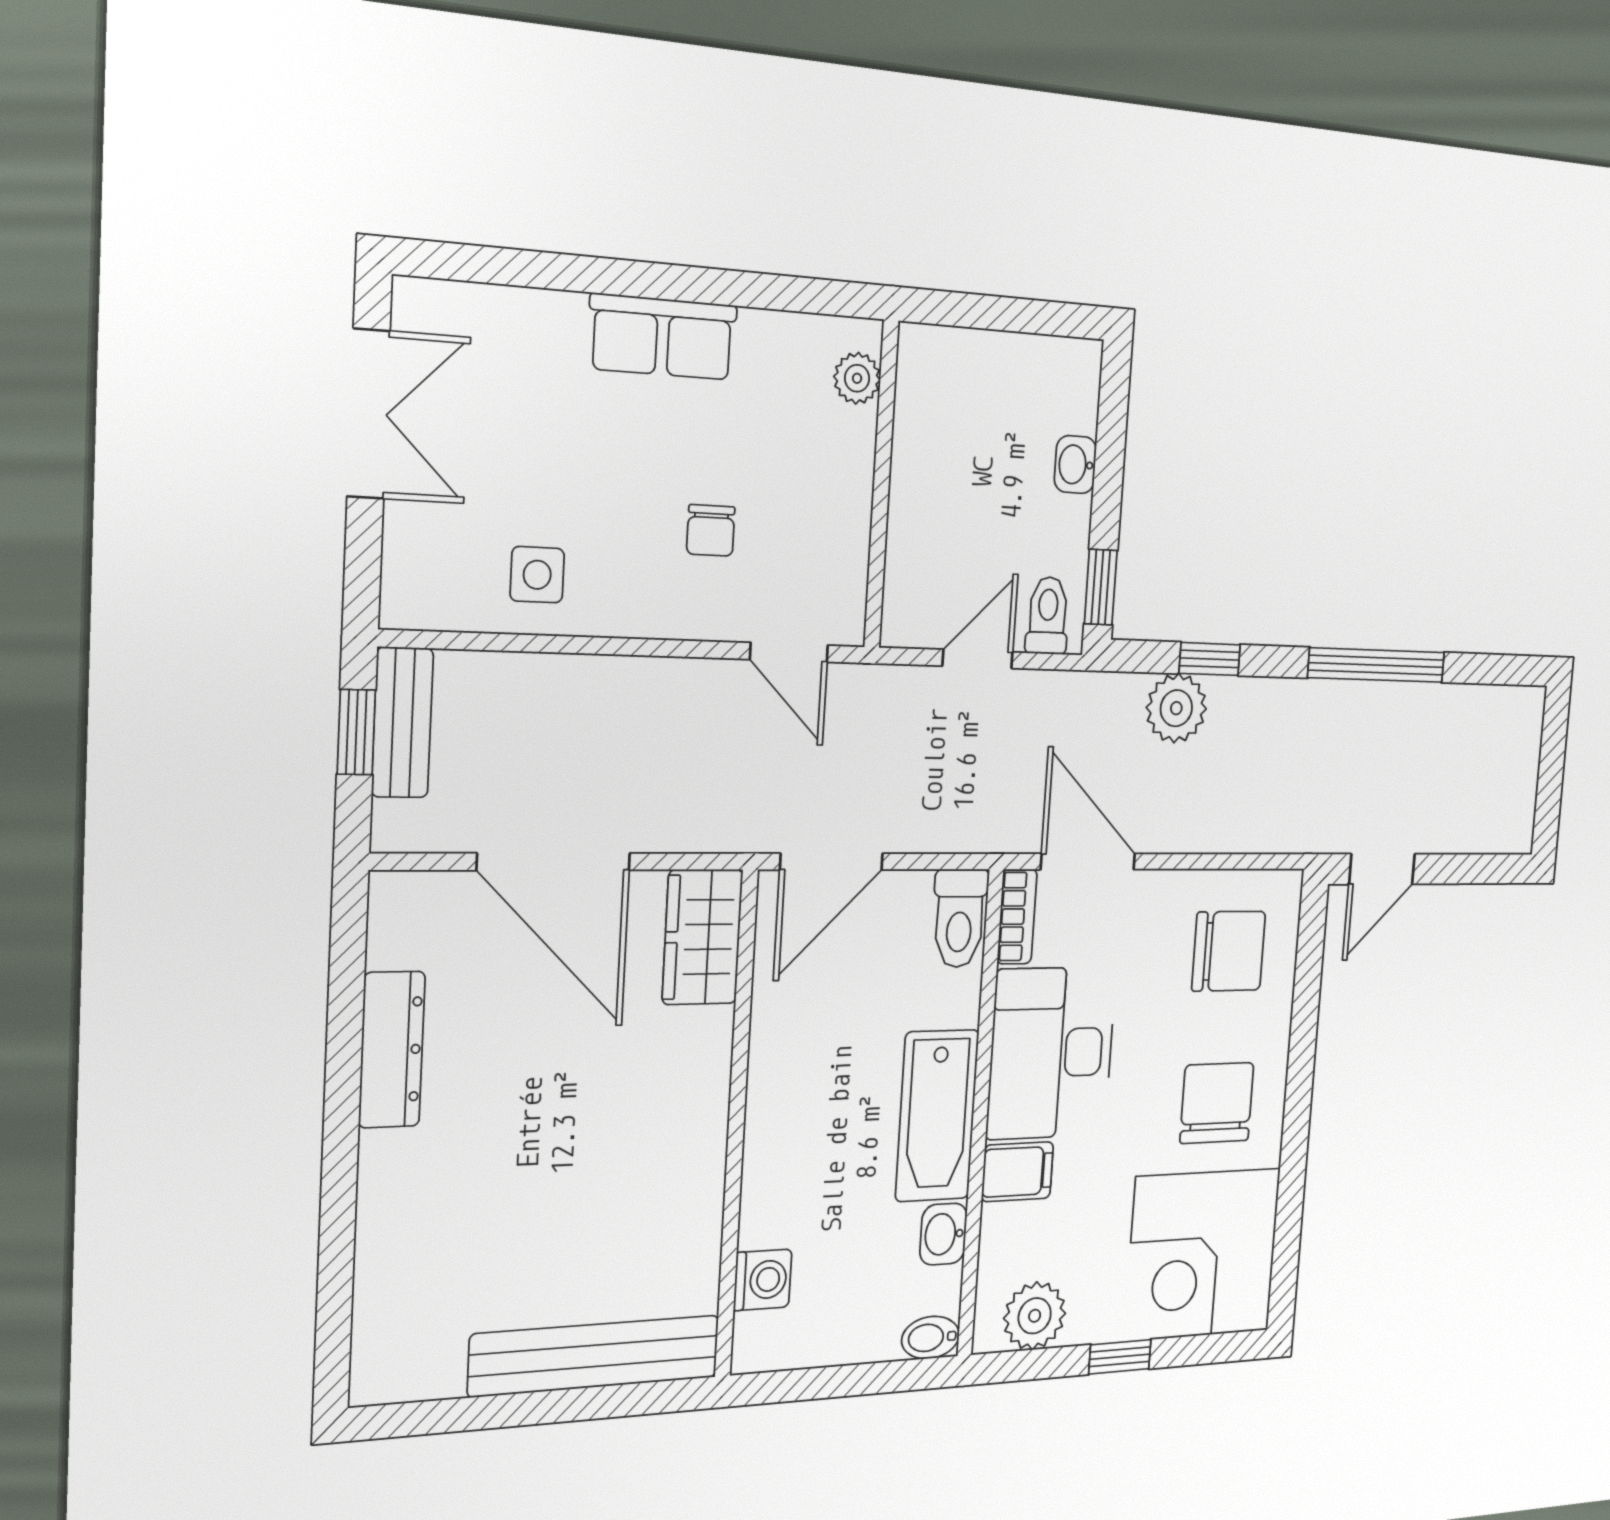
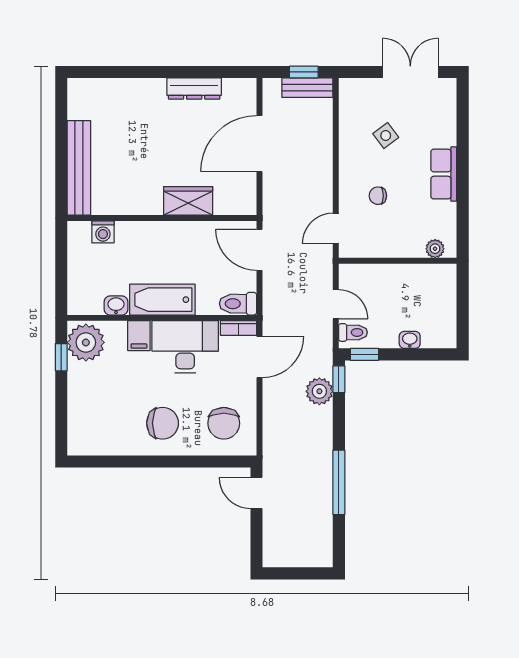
double door: (368, 414) -> (410, 72), swing flipped
side table: (537, 575) -> (386, 136), moved, turned -37
window: (1210, 659) -> (339, 379), moved
wardrobe: (703, 937) -> (188, 201), moved
corner desk: (1203, 1254) -> (101, 422), removed
plant: (1035, 1316) -> (86, 342), width x1.36, depth x1.36
bidet: (930, 1338) -> (76, 303), removed
window: (1120, 1357) -> (61, 357), moved

